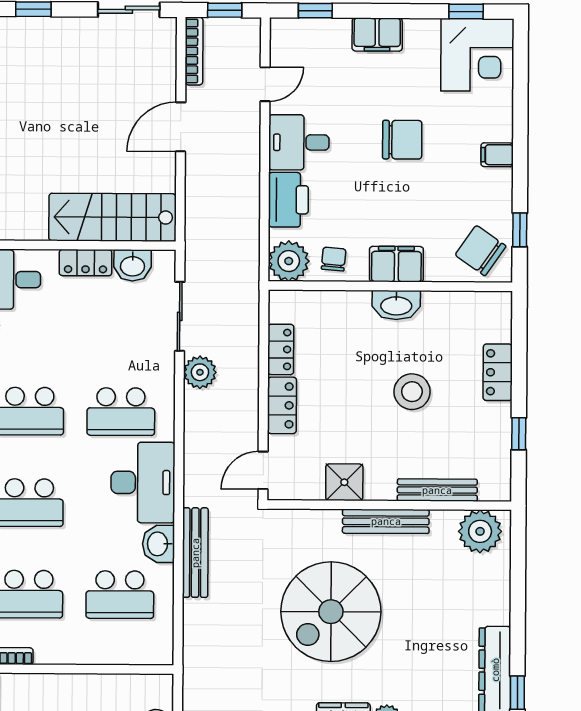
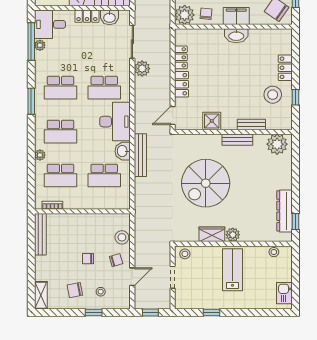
stool: (412, 392) -> (273, 95), moved
bench: (437, 490) -> (251, 124), width x0.73
bench: (386, 521) -> (237, 140), width x0.73

